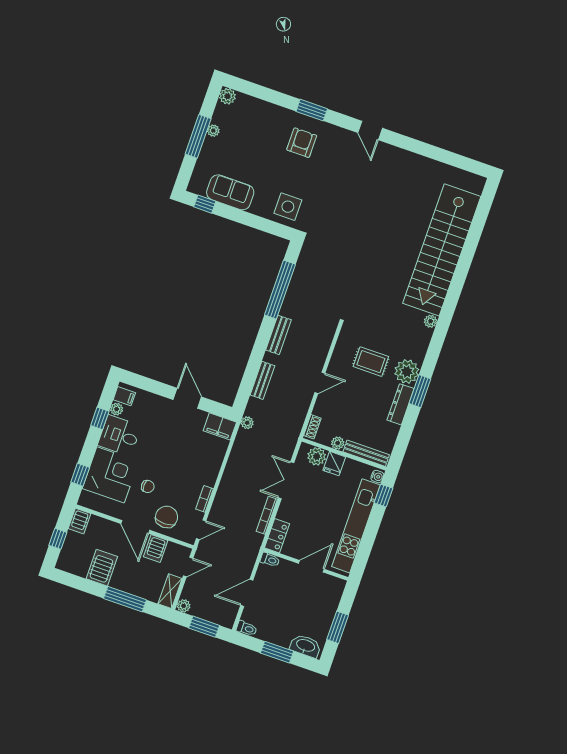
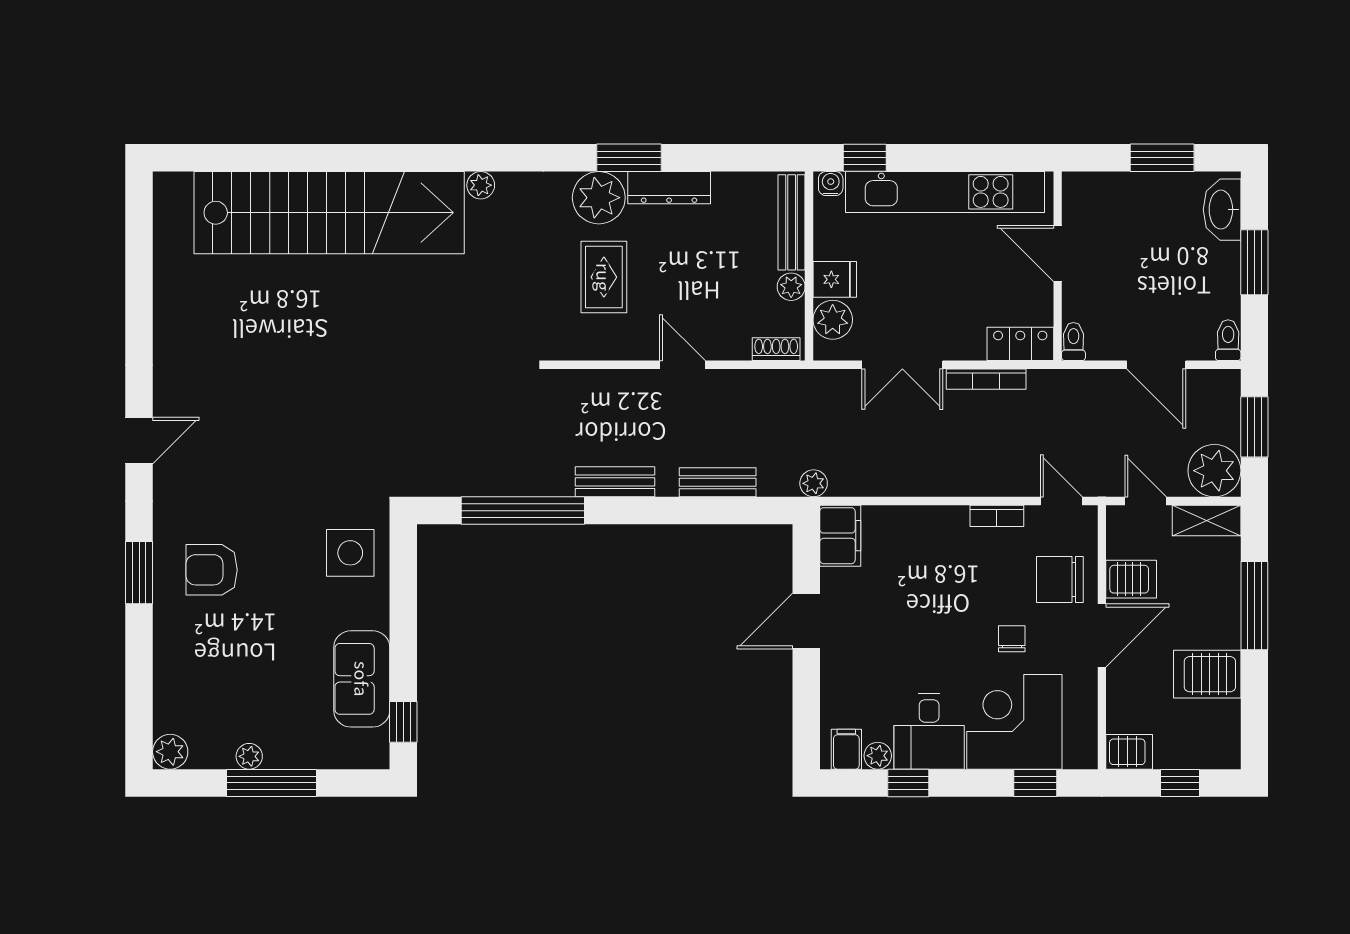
plant: (184, 606) -> (1214, 471), width x1.87, depth x1.87

